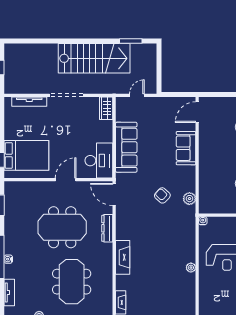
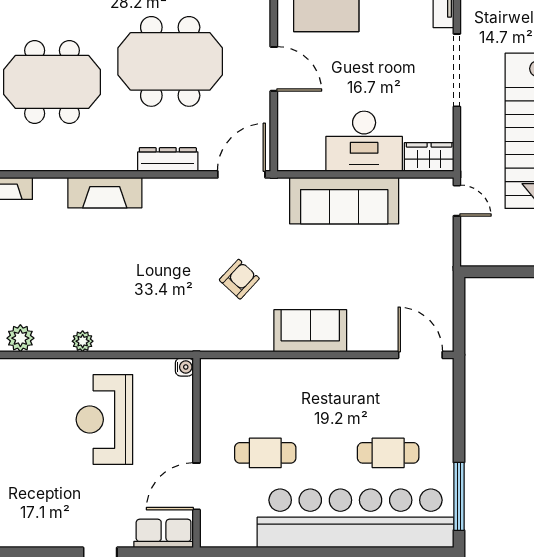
door: (137, 95) -> (457, 201), moved
sofa: (186, 148) -> (310, 331), moved
desk: (99, 161) -> (364, 141), moved
plant: (189, 199) -> (20, 338), moved
meeting table: (62, 227) -> (170, 61), turned 90

